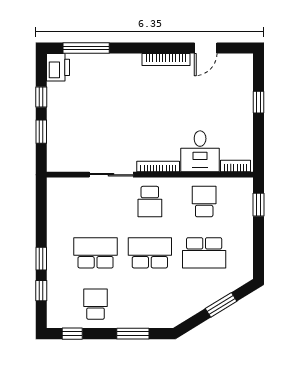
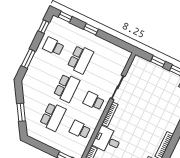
school desk: (204, 202) -> (80, 130), turned 180
school desk: (204, 253) -> (53, 117), turned 180
window: (41, 291) -> (65, 17), moved
school desk: (96, 304) -> (53, 46), turned 180

